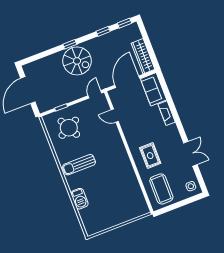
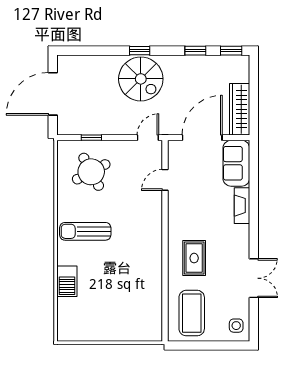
door: (115, 116) -> (165, 180), hinge flipped

